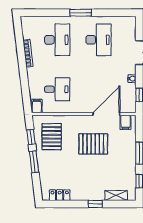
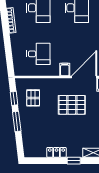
filing cabinet: (37, 106) -> (65, 70), moved
pallet: (52, 137) -> (33, 98), width x0.67, depth x0.71
locker: (60, 195) -> (57, 152), moved

